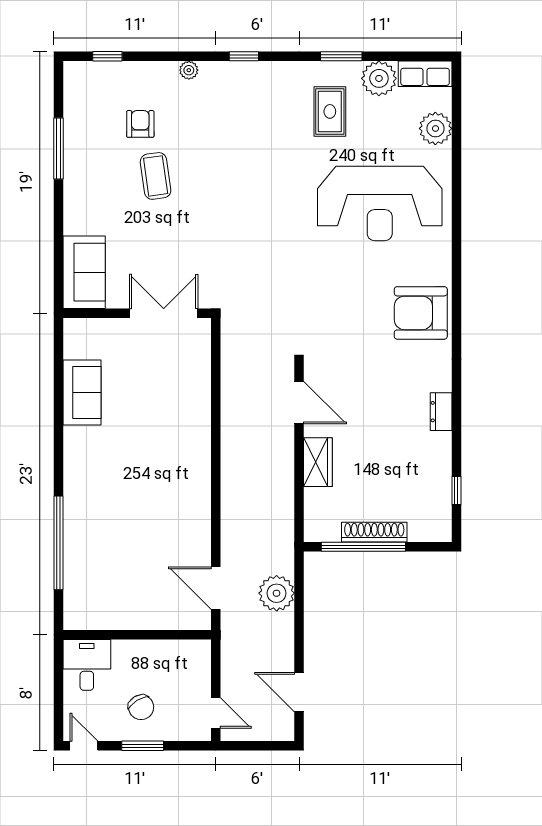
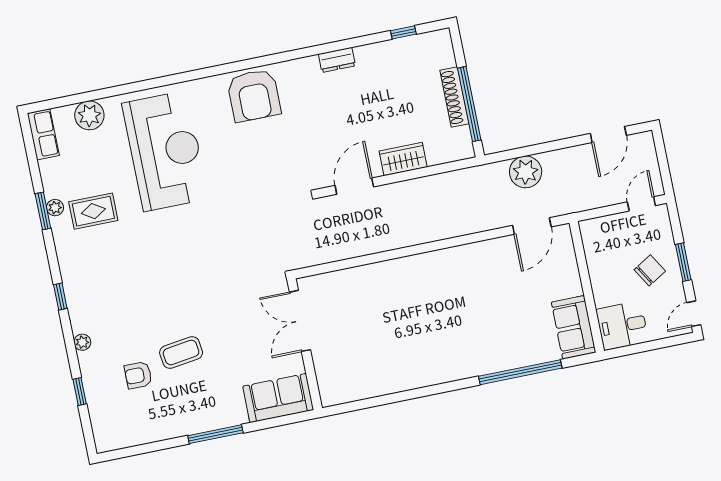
window: (107, 56) -> (80, 391), moved
plant: (379, 78) -> (55, 208), moved, width x0.53, depth x0.53
window: (58, 149) -> (215, 434), moved
sofa: (82, 392) -> (574, 327), moved, turned -90

